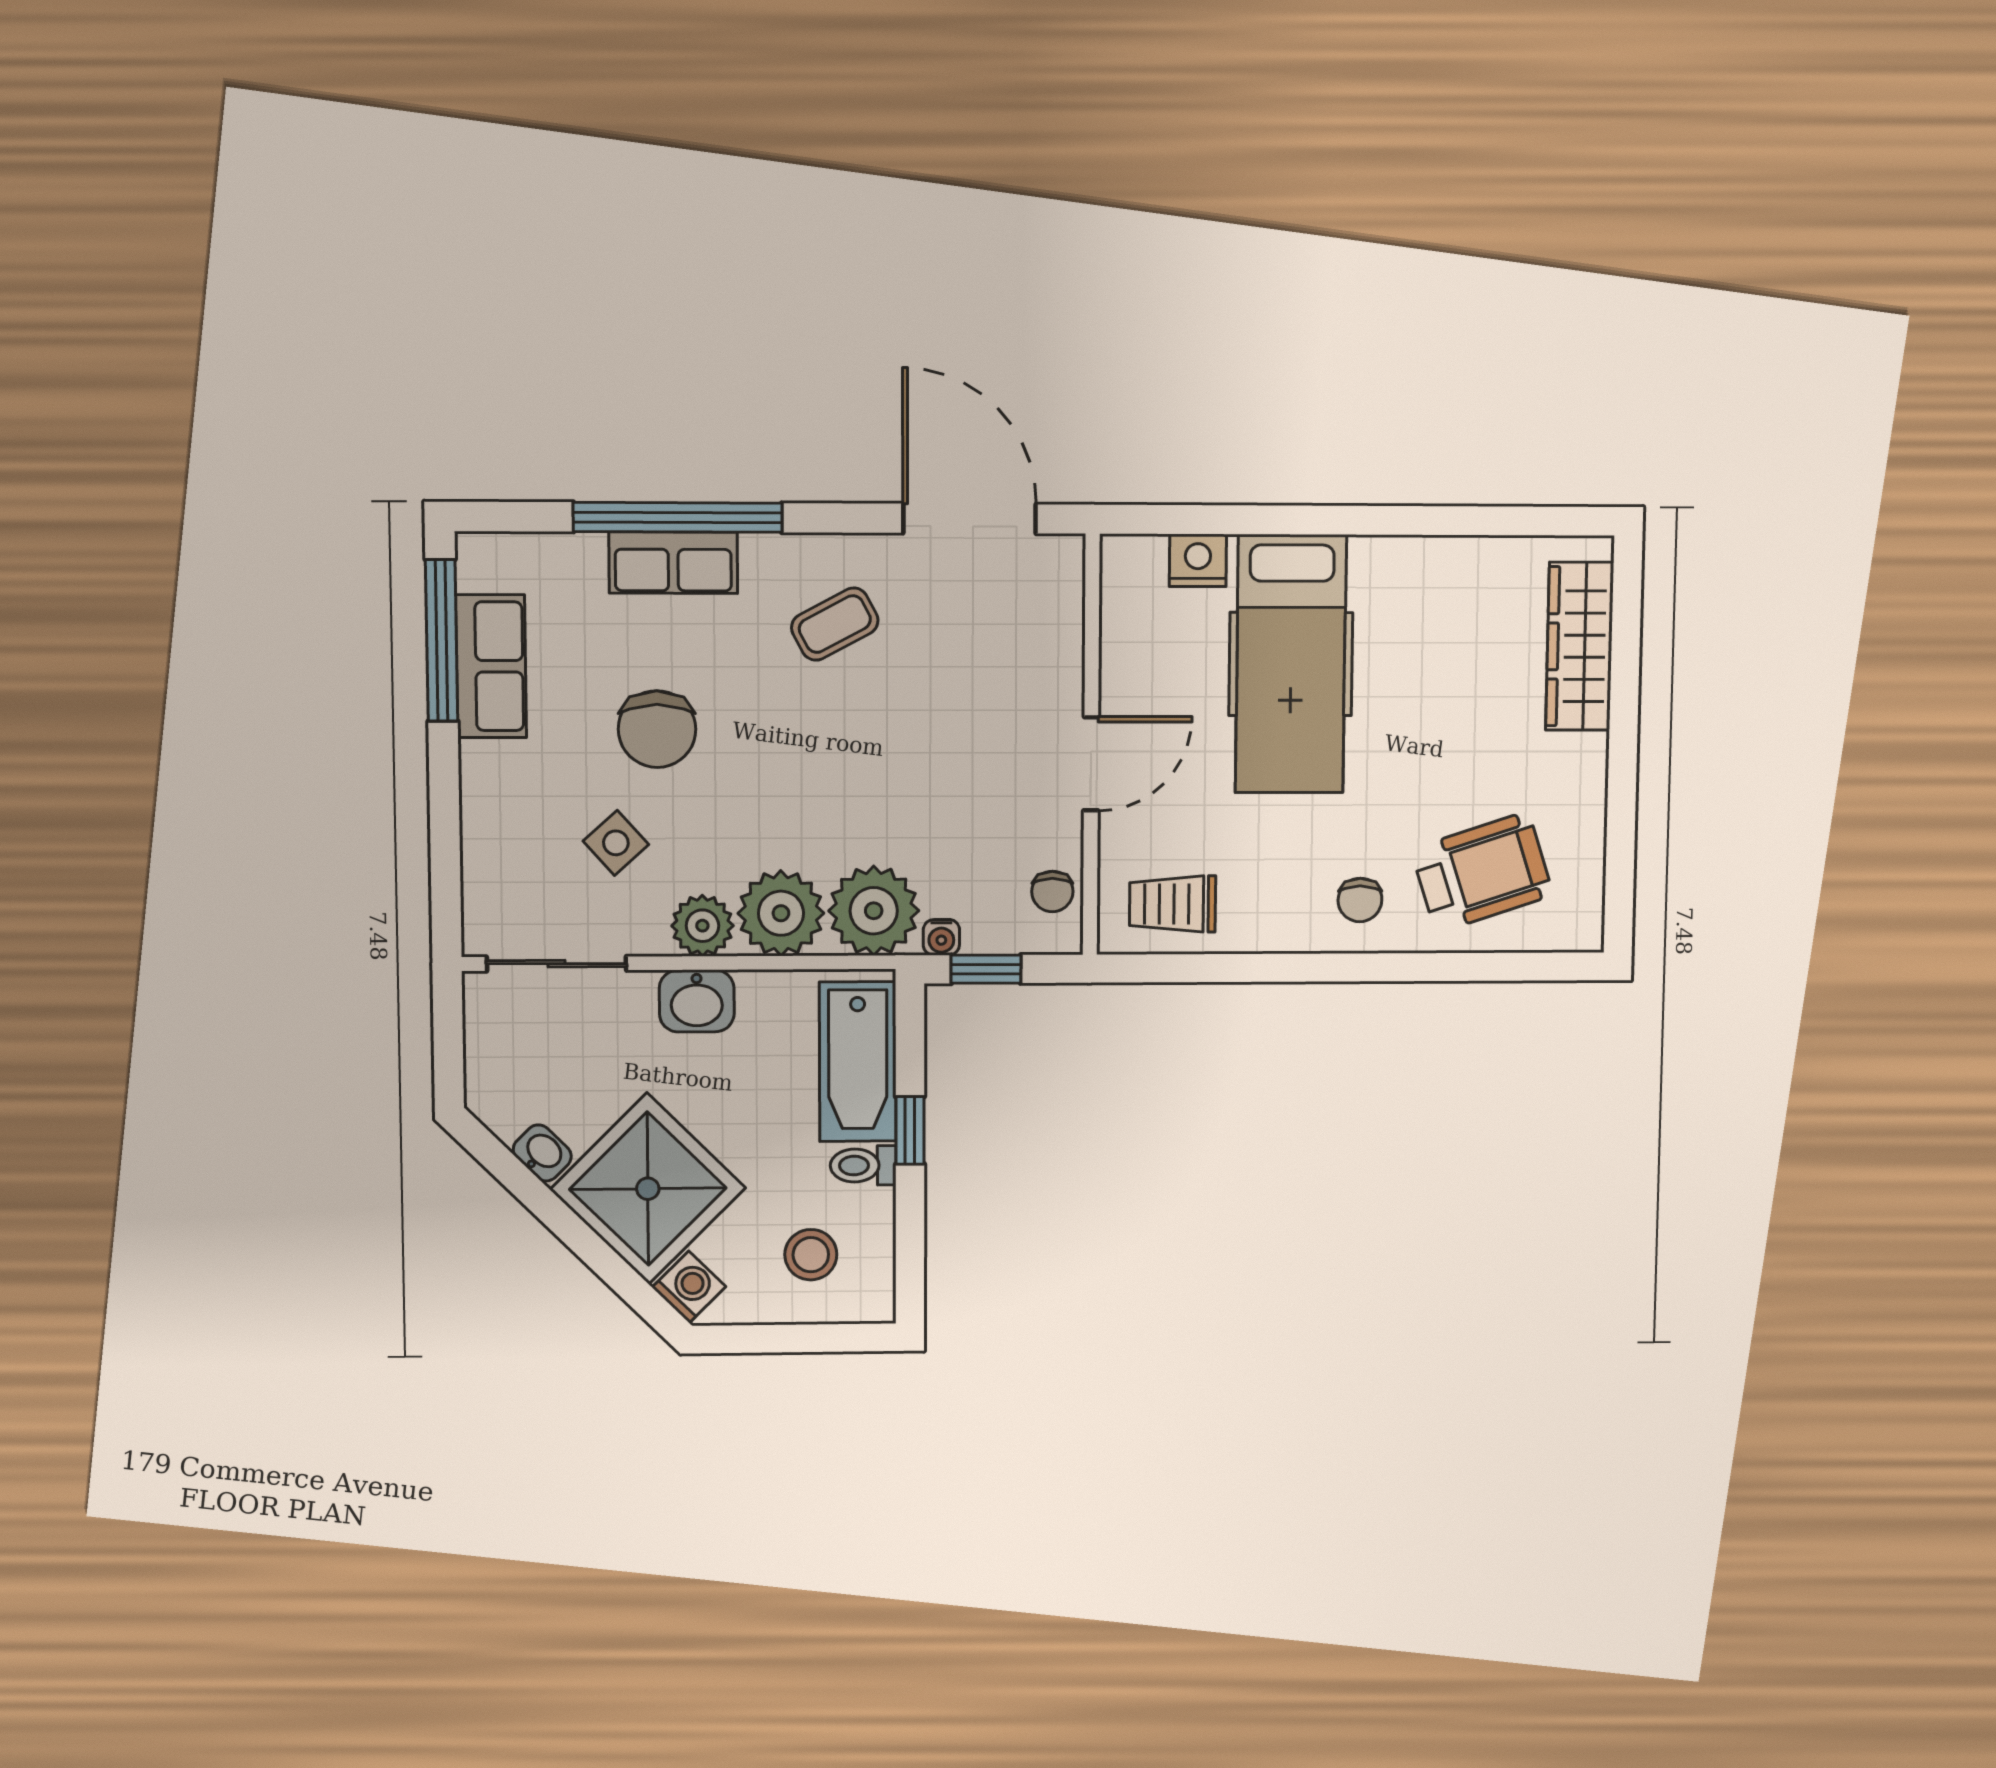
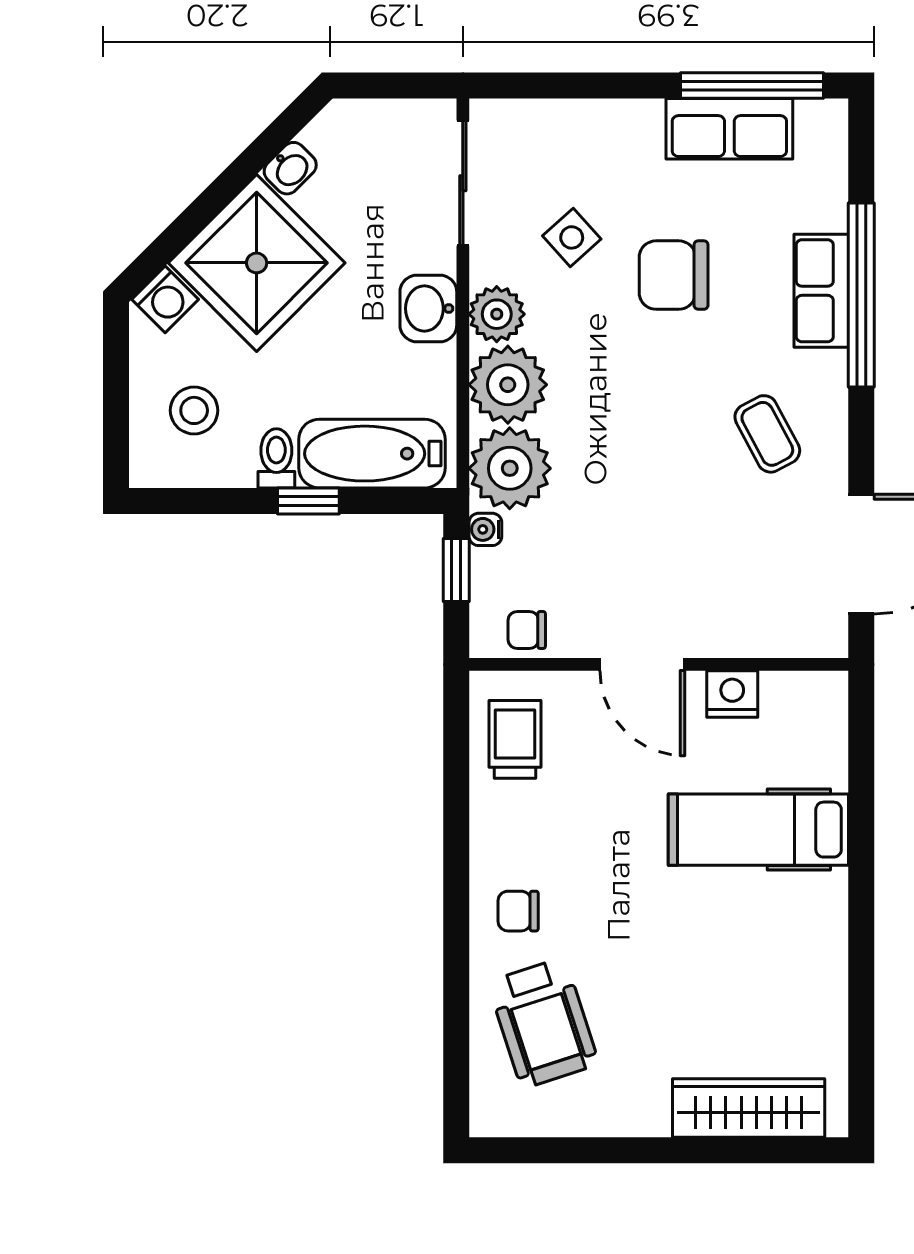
nightstand: (1198, 560) -> (732, 694), moved, turned -90
hospital bed: (1291, 664) -> (758, 830), width x0.73, depth x0.78

